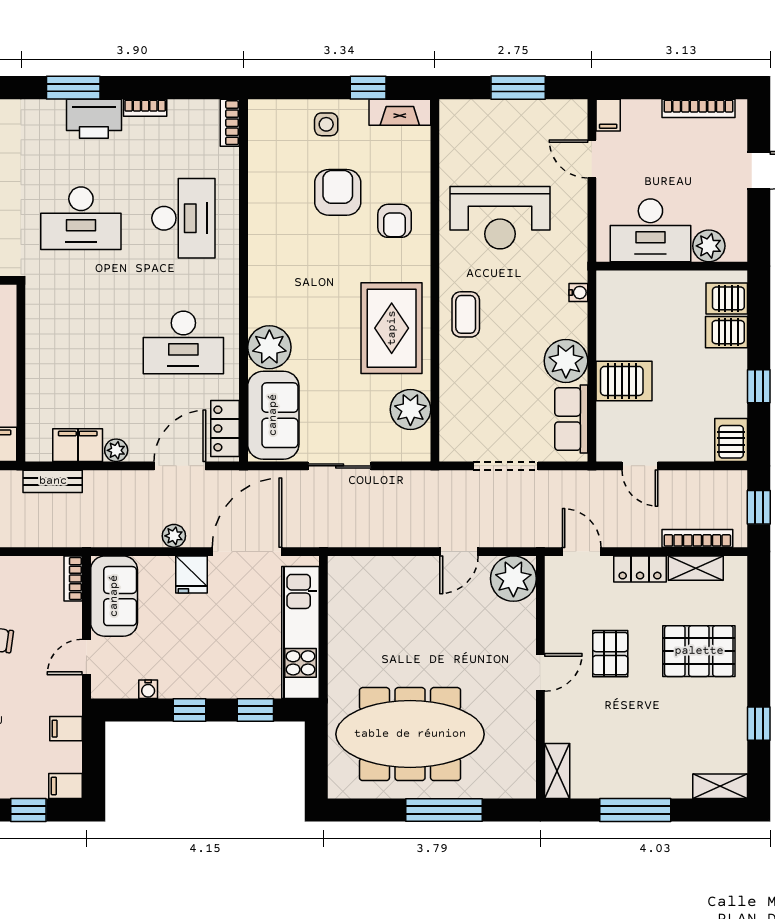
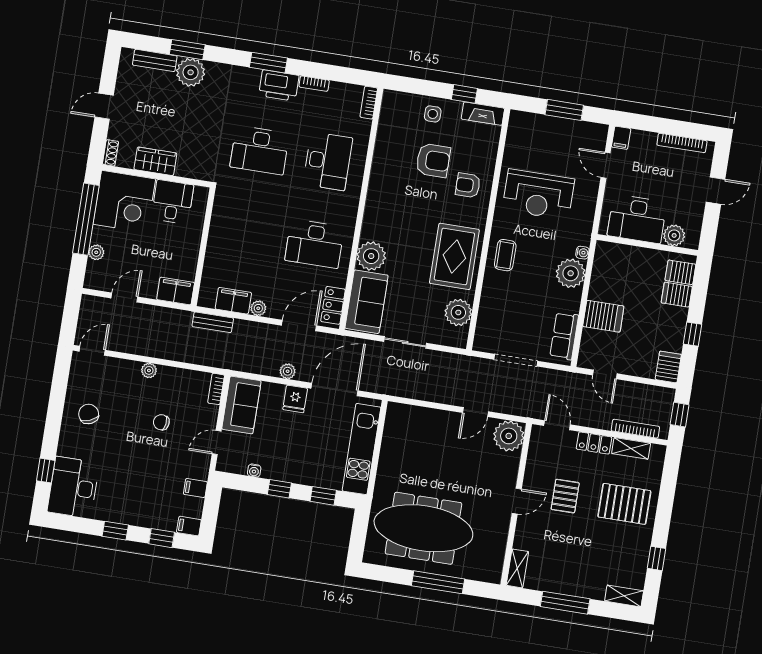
armchair: (338, 192) -> (433, 160), turned 90
armchair: (395, 221) -> (468, 185), turned 90
plant: (566, 361) -> (571, 273), moved

